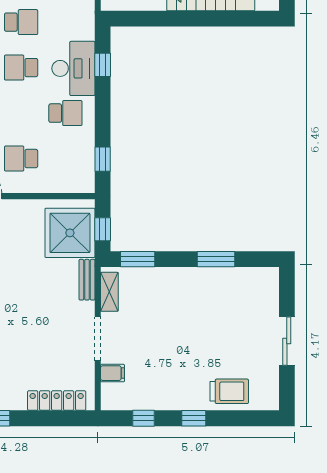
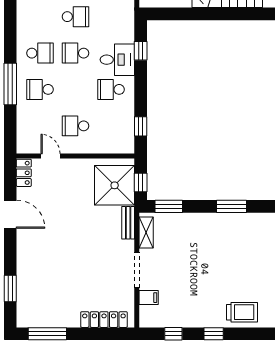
desk: (73, 68) -> (117, 60), width x0.73
school desk: (65, 113) -> (111, 89), turned 180

